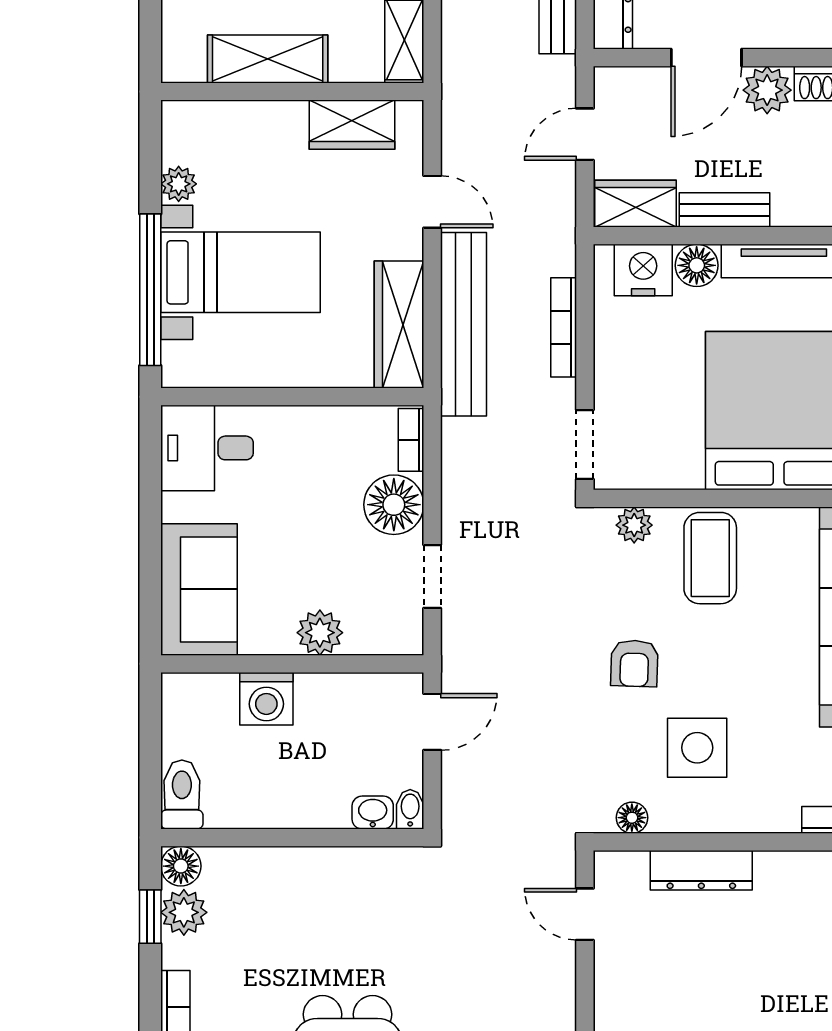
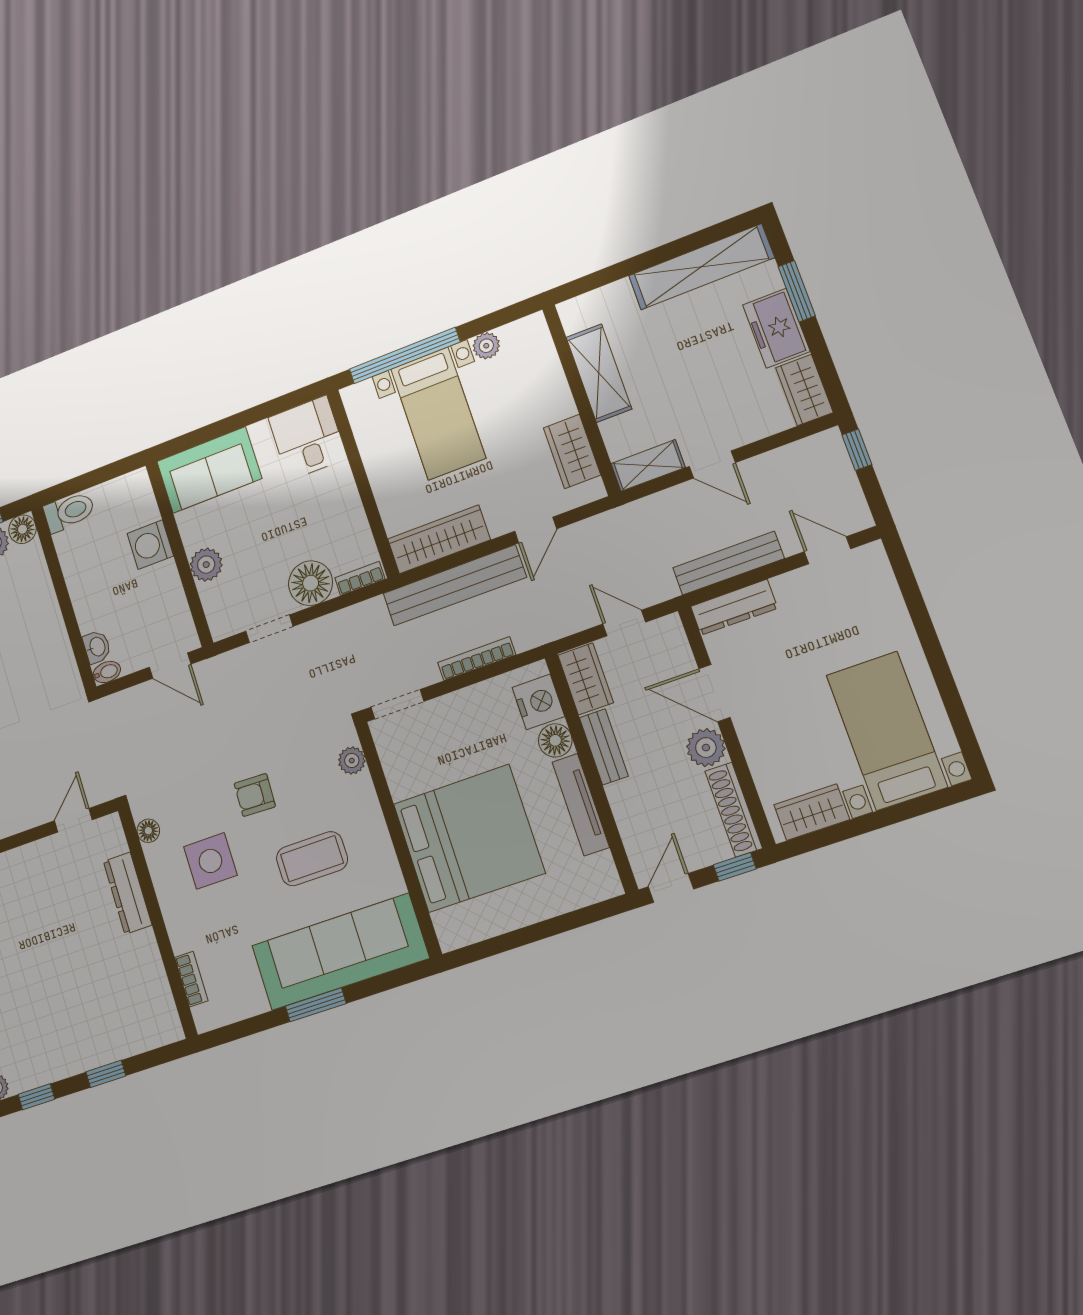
coffee table: (710, 558) -> (312, 859), moved

